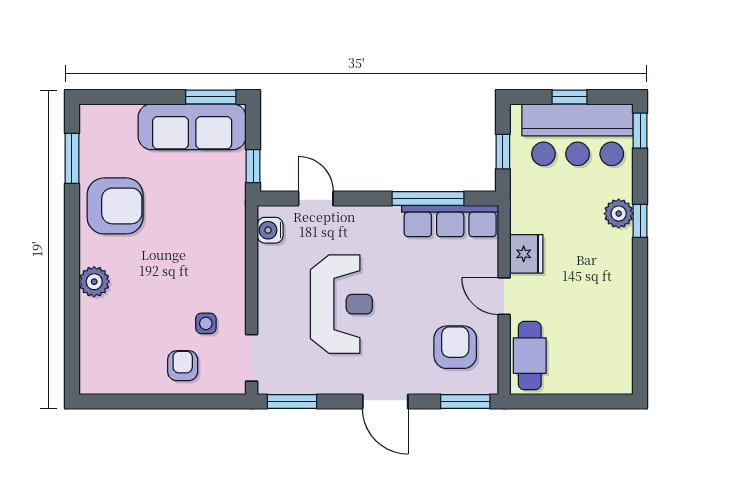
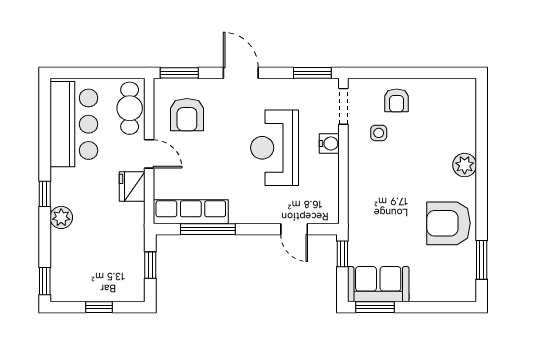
sofa: (192, 127) -> (378, 284), width x0.73
bar counter: (578, 135) -> (74, 124), moved, turned 90
window: (640, 221) -> (45, 194), moved
water cooler: (270, 230) -> (329, 143), moved

